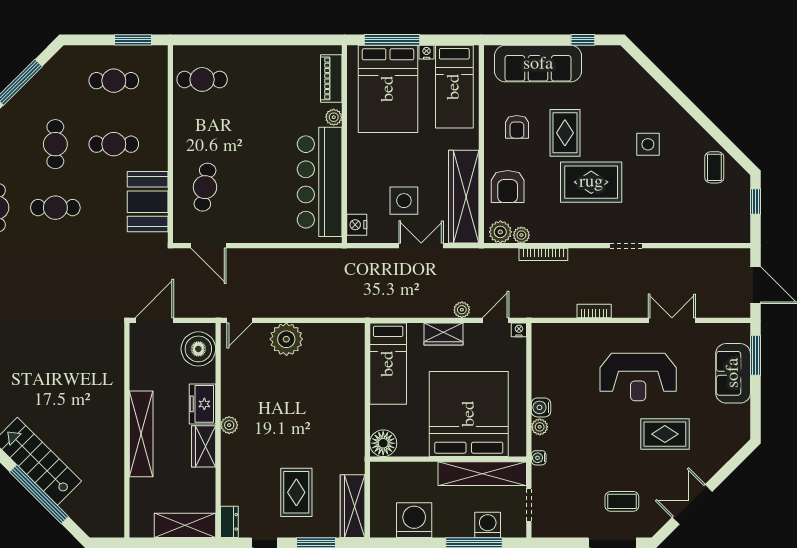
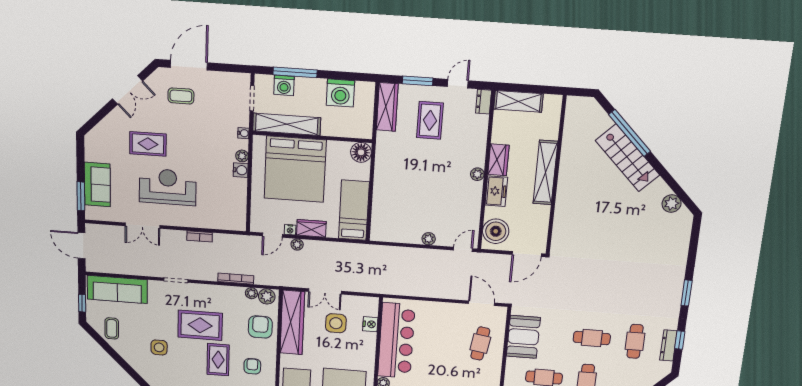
nightstand: (357, 225) -> (370, 324), moved
sofa: (706, 226) -> (117, 289), added
nightstand: (519, 330) -> (290, 230), moved
plant: (286, 339) -> (429, 239), width x0.53, depth x0.53

